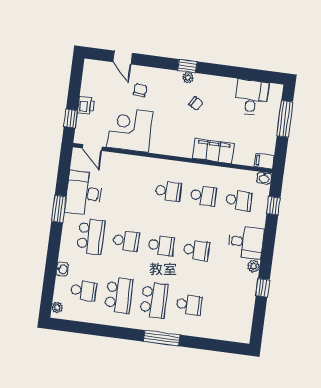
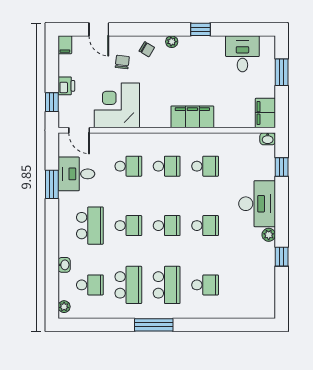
window: (187, 66) -> (200, 29), moved
filing cabinet: (90, 67) -> (65, 45), added
chair: (196, 104) -> (147, 49), moved
window: (285, 119) -> (282, 72), width x0.69
filing cabinet: (213, 151) -> (192, 117), moved
filing cabinet: (264, 161) -> (265, 113), width x2.00
desk: (84, 193) -> (76, 174), width x0.73
school desk: (239, 200) -> (128, 166), moved
window: (59, 209) -> (52, 184), moved
desk: (246, 242) -> (257, 204), width x1.37
window: (162, 338) -> (154, 325), moved

